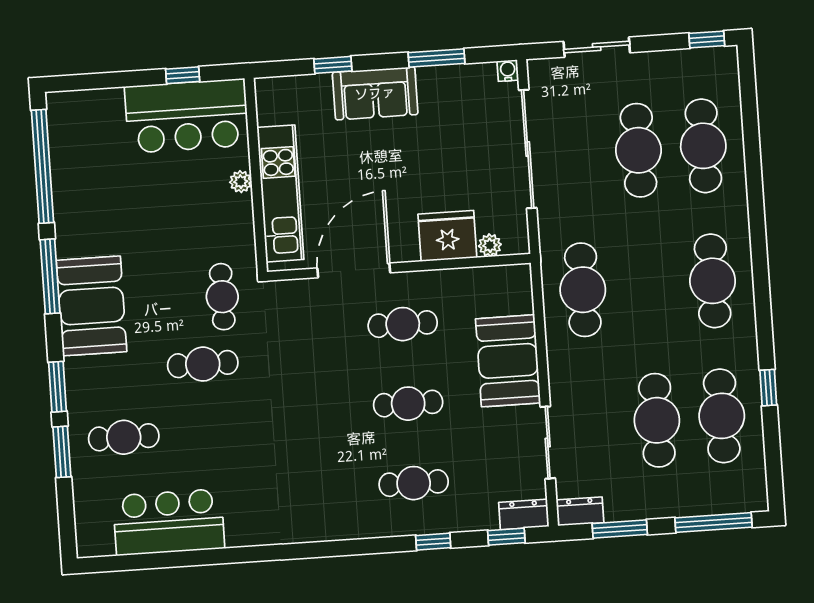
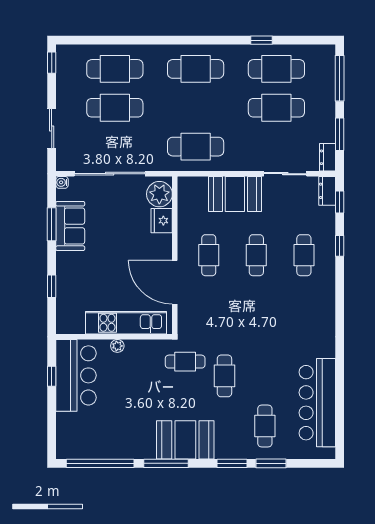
sofa: (375, 93) -> (70, 226), moved
fridge: (447, 236) -> (162, 221), width x0.73, depth x0.75
plant: (490, 245) -> (159, 194), width x1.88, depth x1.88
bar counter: (169, 522) -> (317, 403), width x1.36

